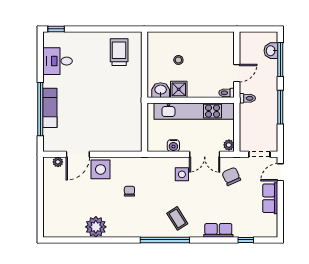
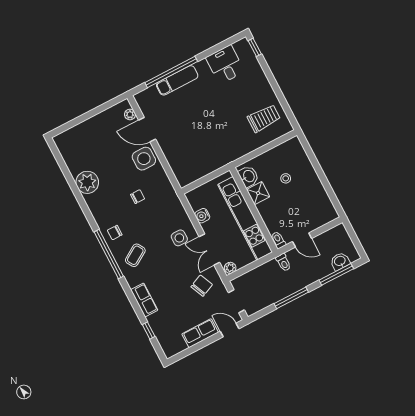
chair: (149, 226) -> (115, 233), added

